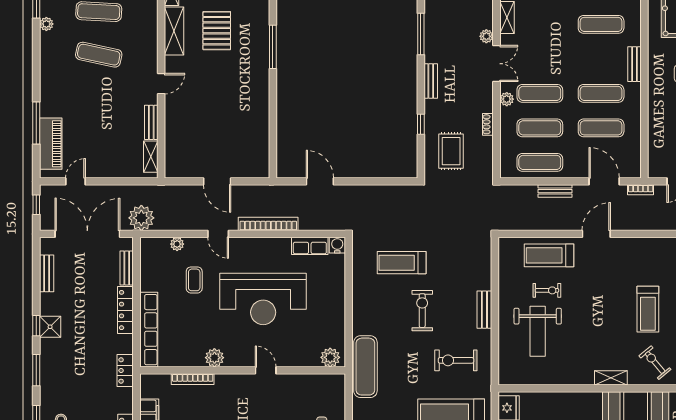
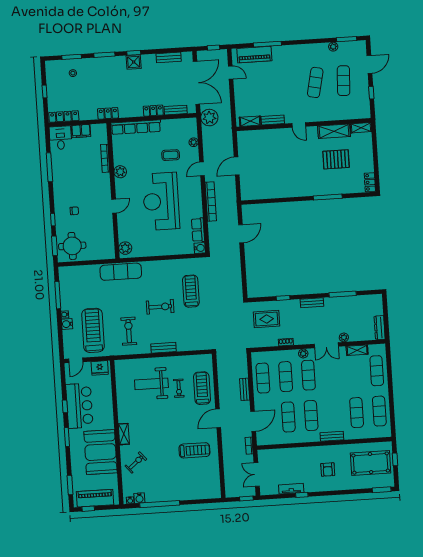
door: (596, 234) -> (218, 418), swing flipped
treadmill: (648, 309) -> (194, 450), moved, turned 180
locker: (125, 310) -> (153, 111), width x0.66

